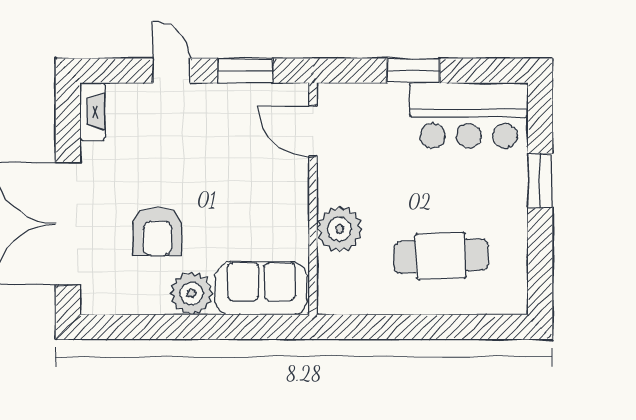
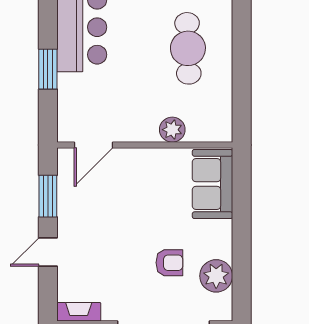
plant: (339, 229) -> (172, 130), width x0.73, depth x0.73
armchair: (157, 232) -> (169, 263), width x0.72, depth x0.72
plant: (191, 293) -> (216, 276), moved

